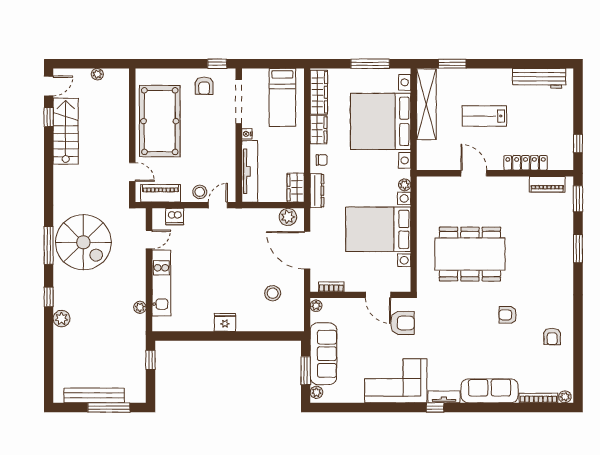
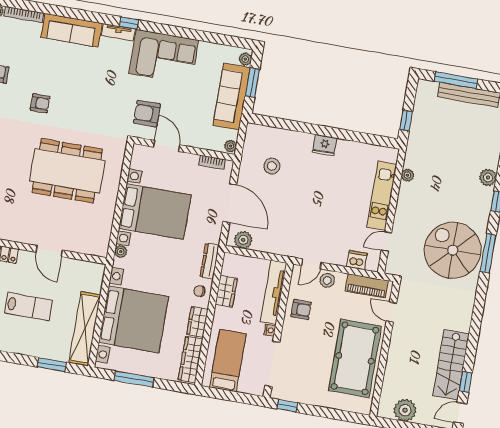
plant: (97, 74) -> (405, 410), width x1.87, depth x1.87
armchair: (204, 86) -> (301, 309), moved, turned 90
wardrobe: (296, 188) -> (226, 291), moved

